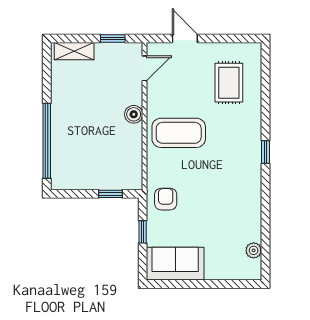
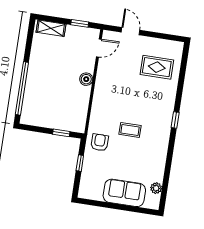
rug: (229, 83) -> (157, 67), turned 90
coffee table: (179, 133) -> (130, 130), moved, width x0.54, depth x0.58
sofa: (175, 264) -> (124, 193), moved

